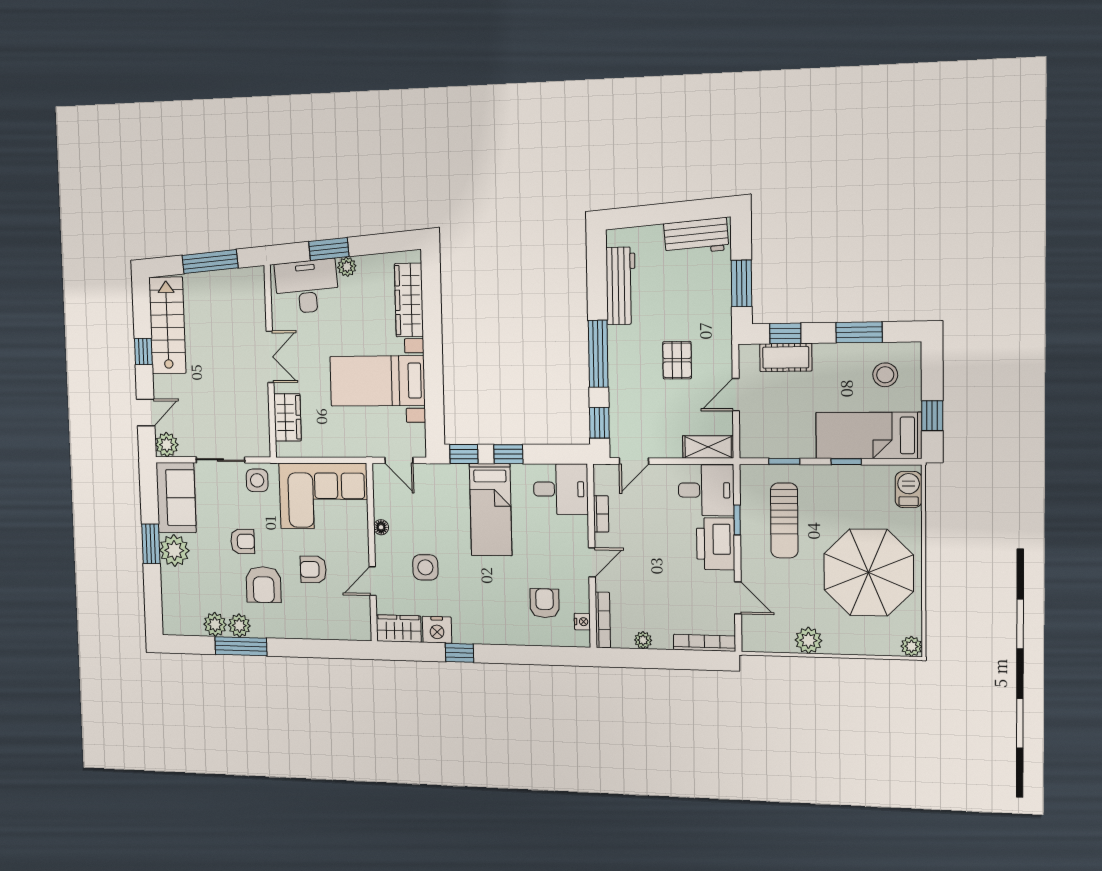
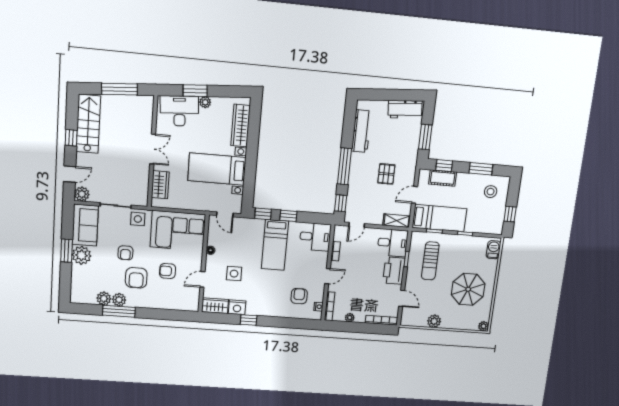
bed: (869, 435) -> (439, 218), moved, turned 180
armchair: (243, 541) -> (125, 253), turned 90
parasol: (869, 572) -> (468, 289), width x0.73, depth x0.73

